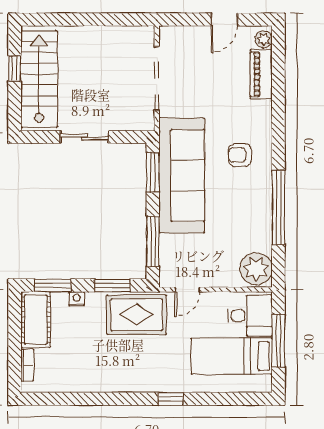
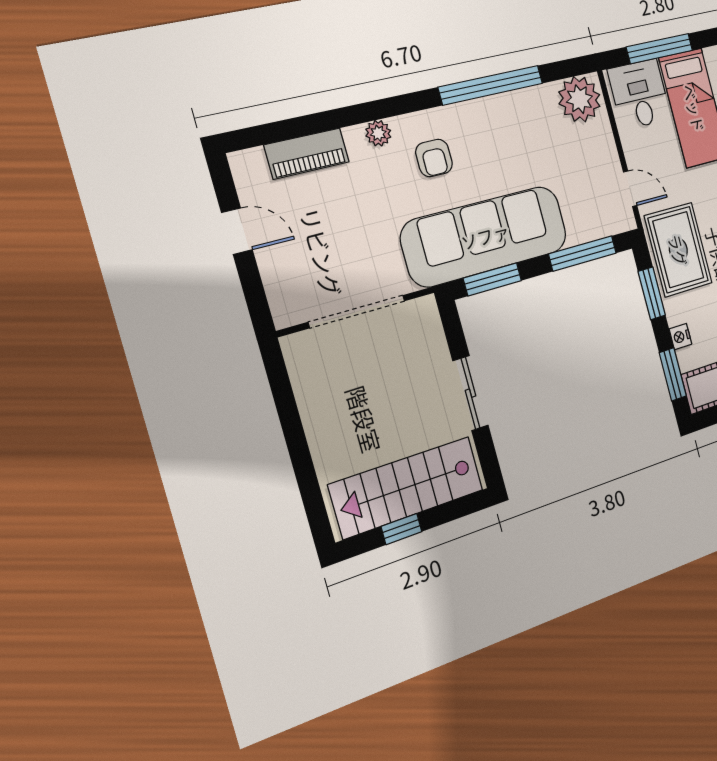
plant: (264, 39) -> (378, 133), moved

